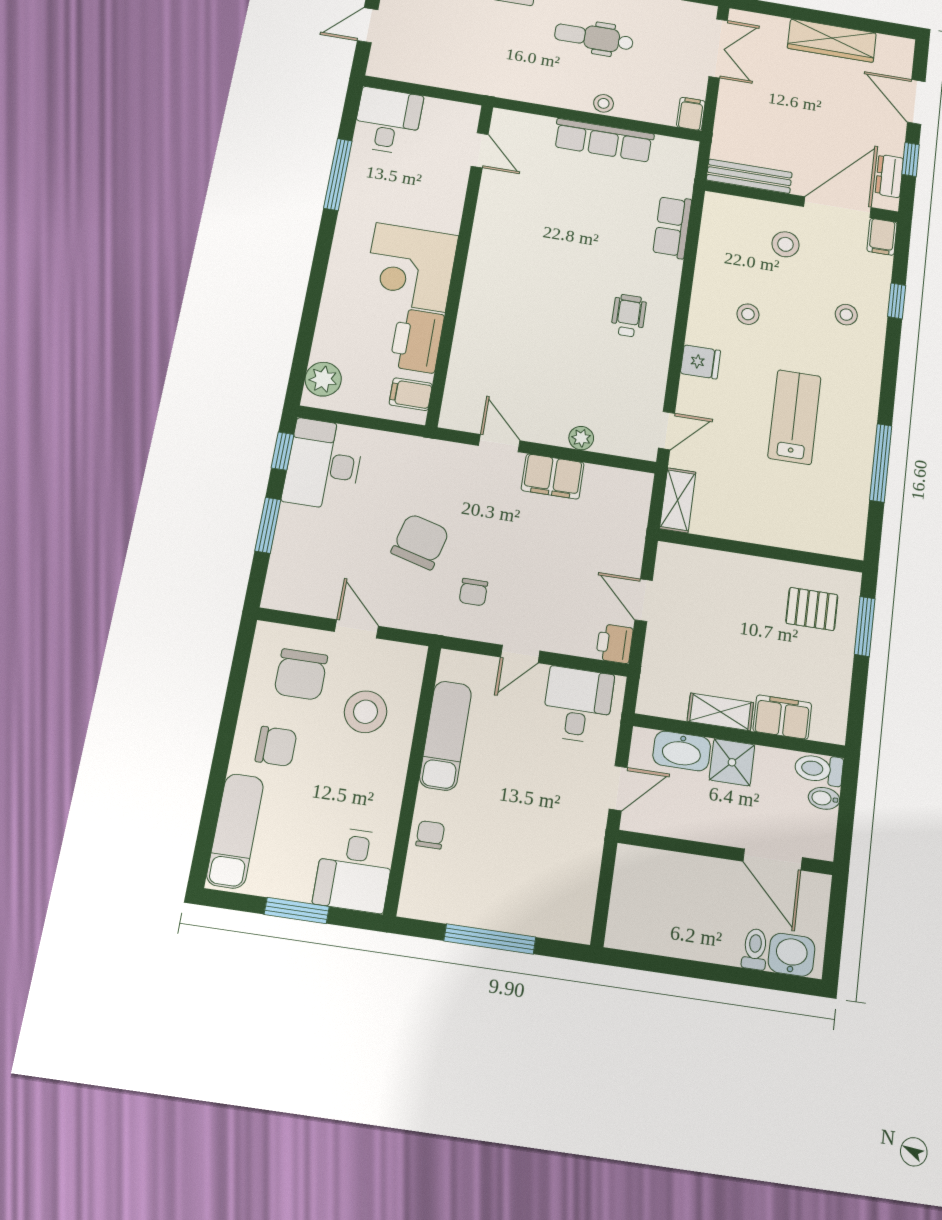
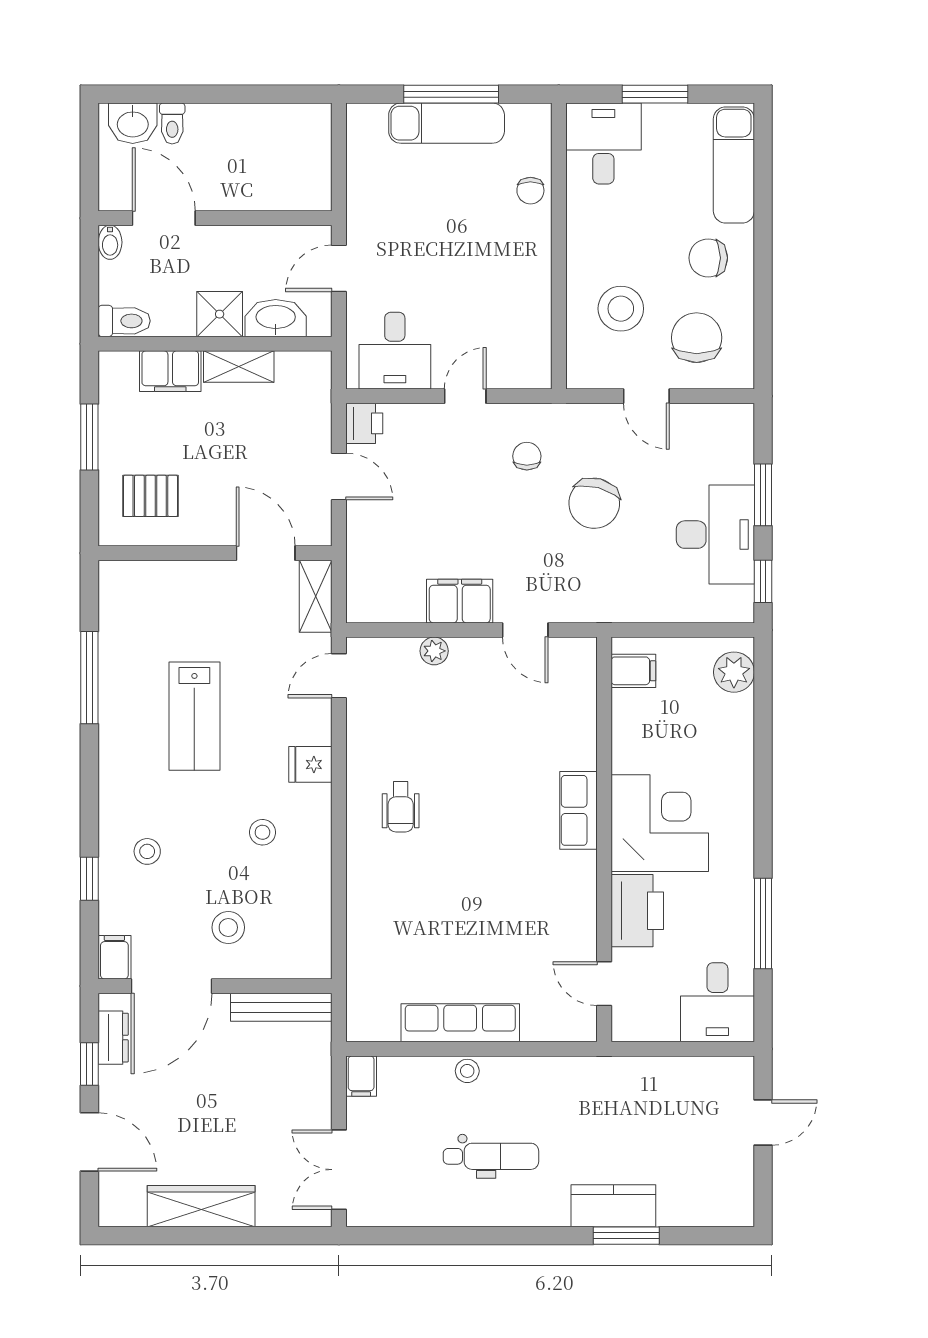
row of seats: (672, 227) -> (579, 810), moved, turned 180
printer: (417, 341) -> (637, 911), moved
desk: (324, 464) -> (715, 535), moved
door: (717, 544) -> (266, 553), added
window: (865, 626) -> (89, 437), moved
exam couch: (446, 735) -> (447, 123), moved, turned -90
bidet: (824, 798) -> (110, 242), moved, turned 90

